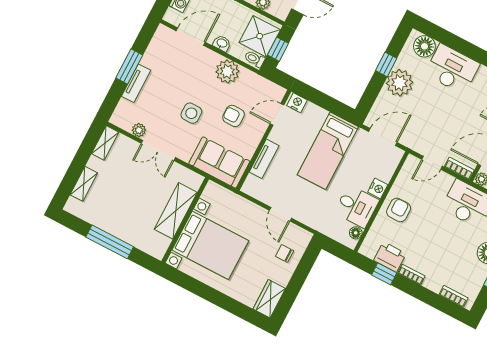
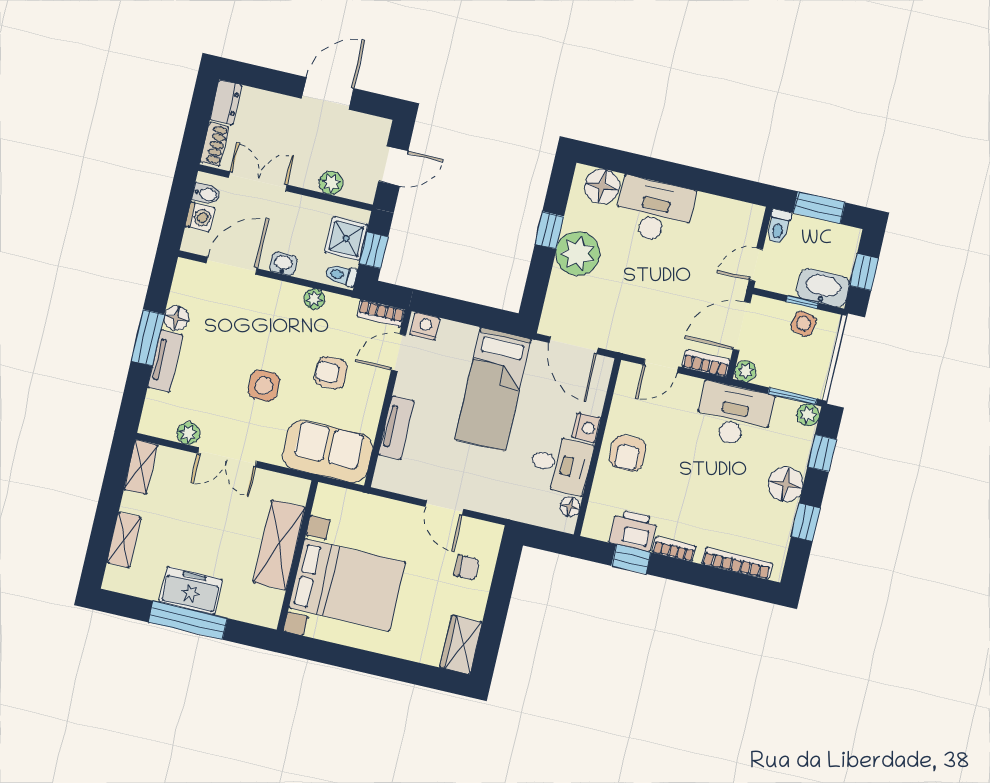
shower: (260, 36) -> (346, 239), width x0.73, depth x0.73
floor lamp: (149, 59) -> (176, 318), added
plant: (227, 71) -> (314, 299), width x0.53, depth x0.53
bookcase: (273, 88) -> (381, 313), added
door: (383, 137) -> (574, 345), swing flipped
armchair: (399, 210) -> (628, 453), turned 180
freezer: (116, 225) -> (191, 591), added
chair: (285, 253) -> (467, 568), turned 180
bookcase: (454, 296) -> (737, 563), width x1.56

